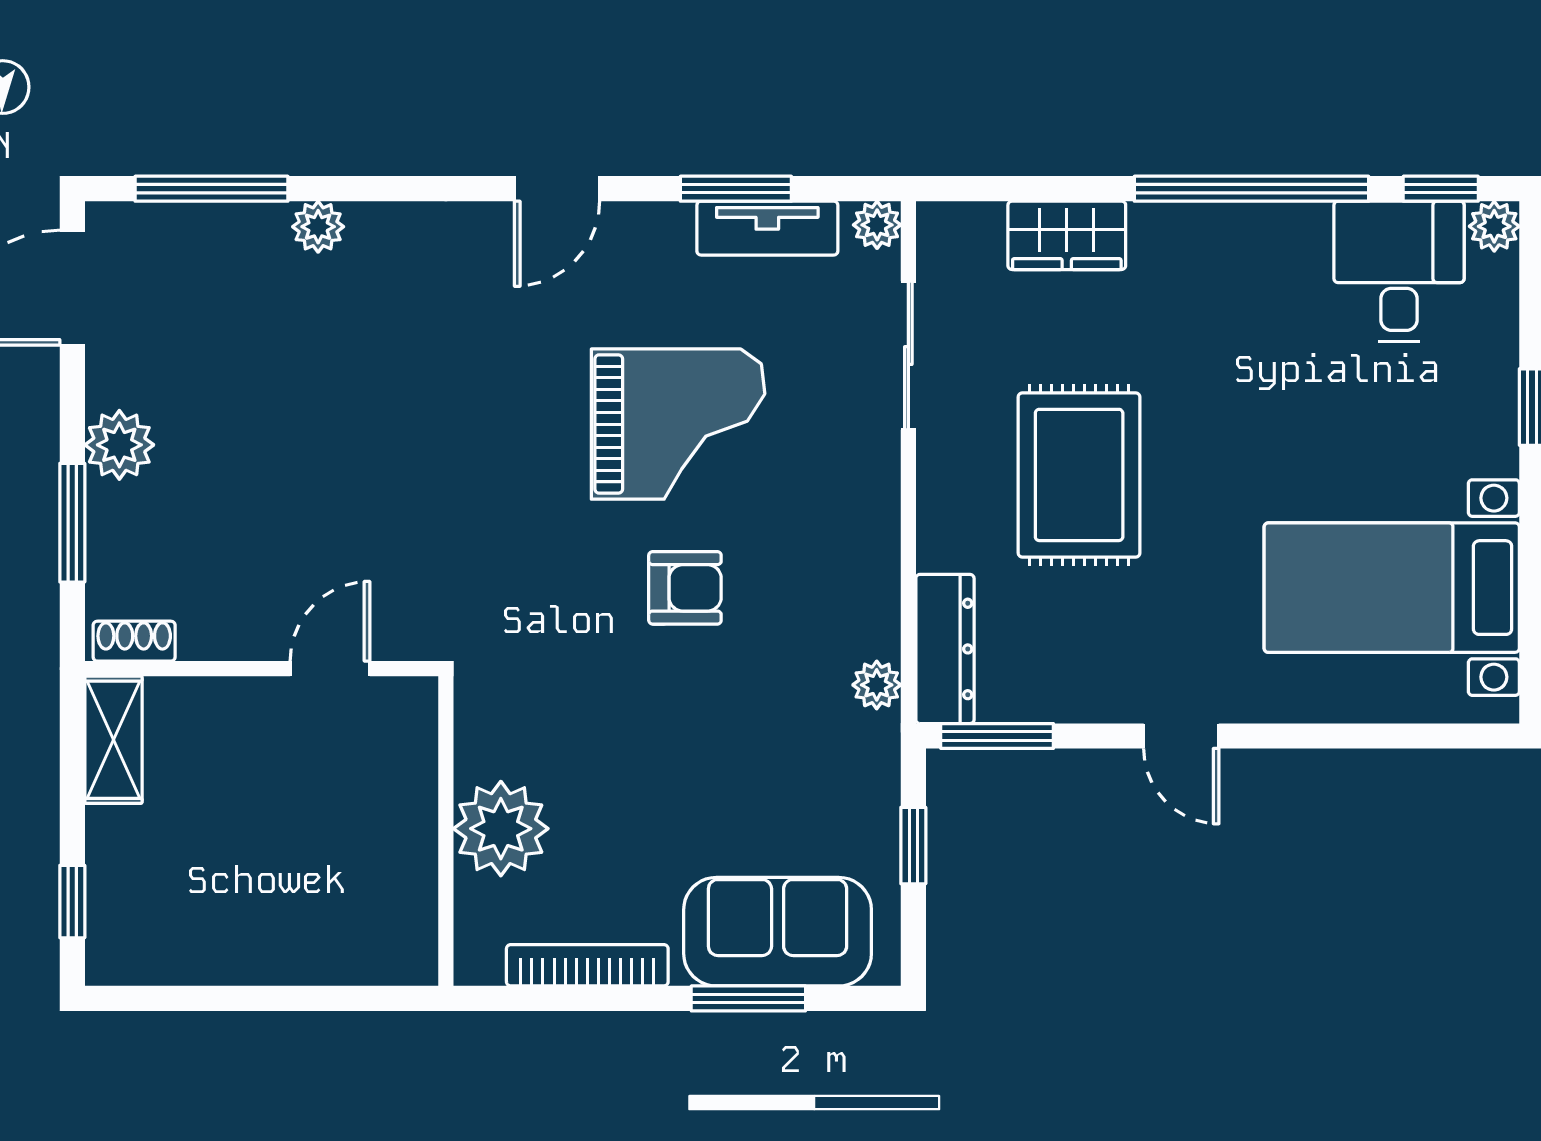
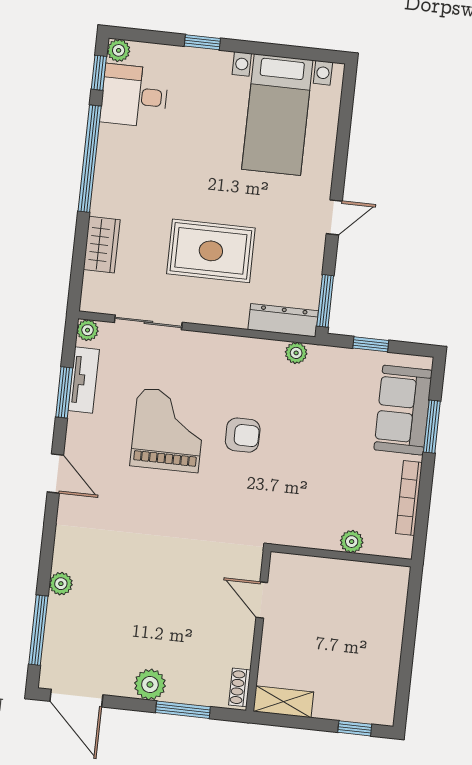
armchair: (685, 588) -> (243, 435), turned 90
plant: (501, 829) -> (352, 542), width x0.53, depth x0.53

